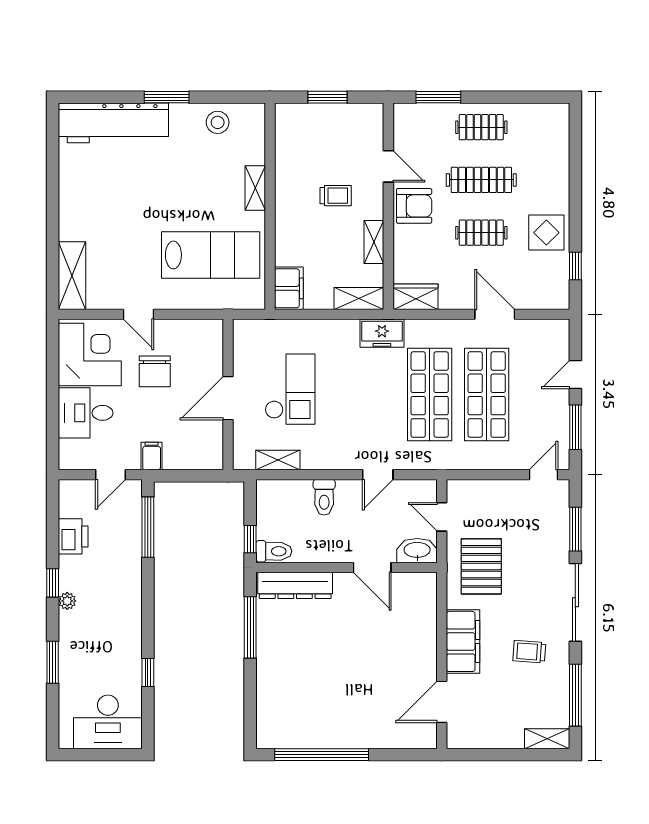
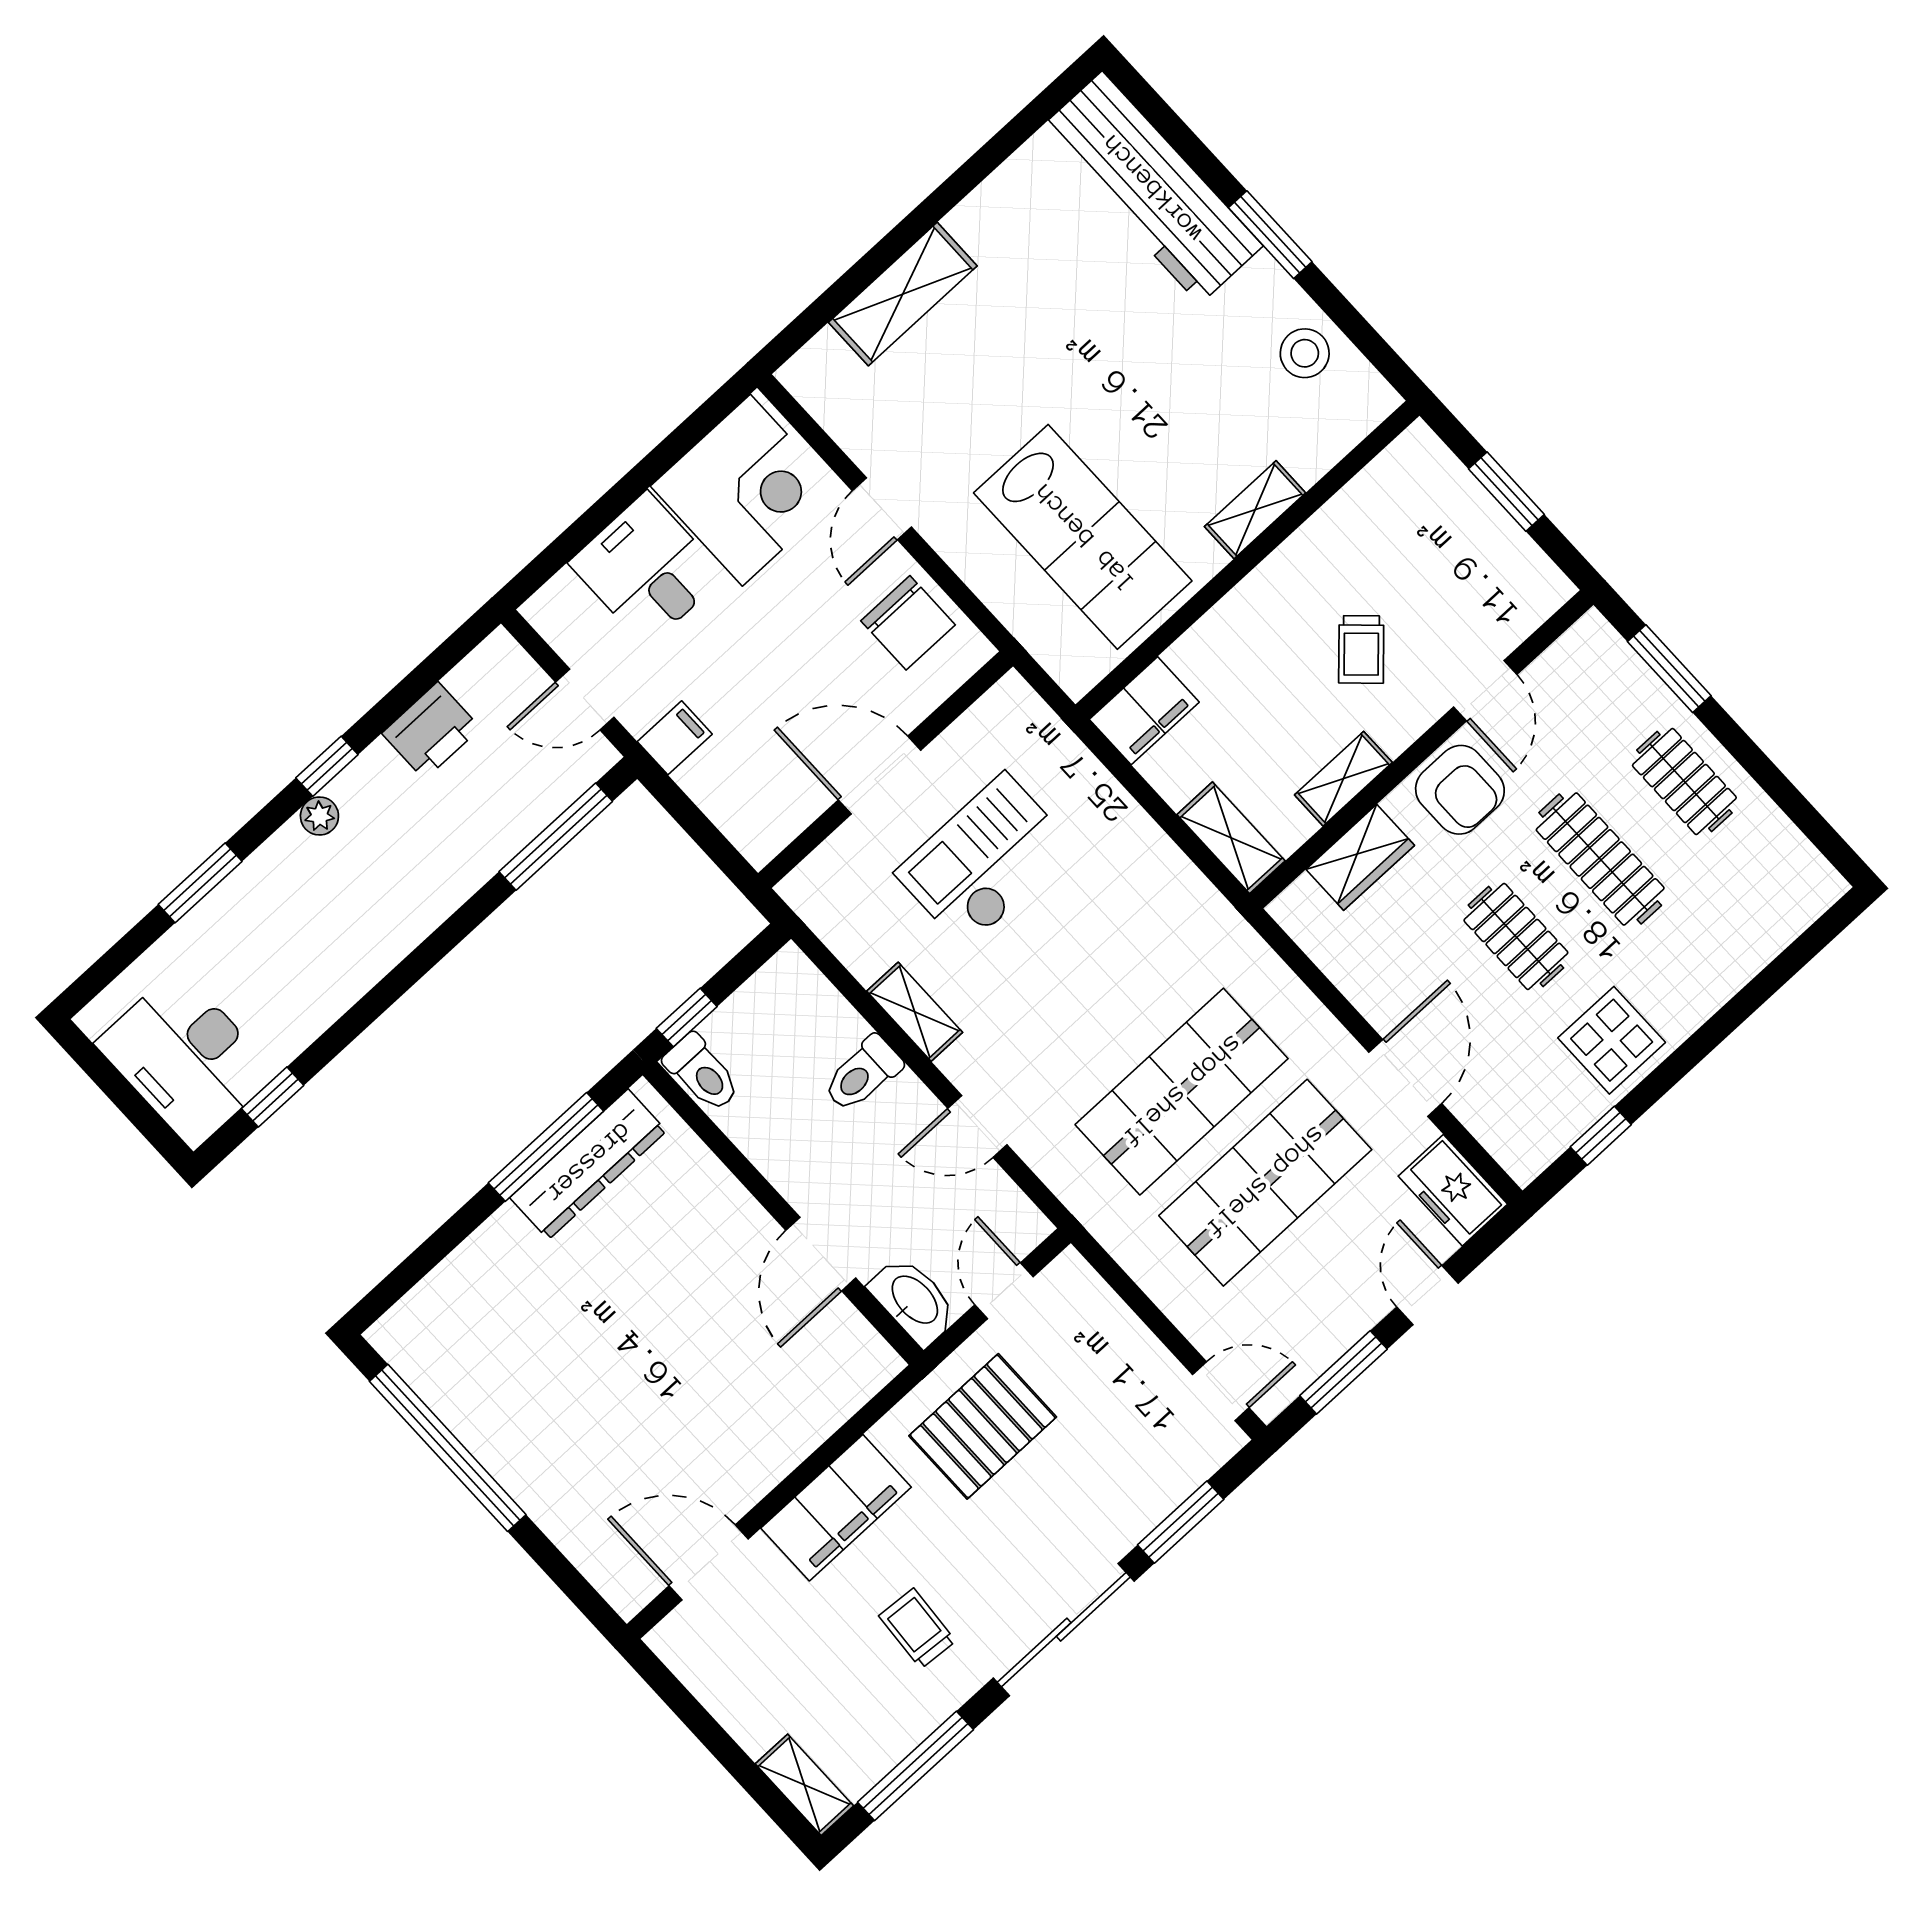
trolley: (336, 196) -> (1361, 649), turned 43
shelving: (72, 276) -> (903, 294), moved
wardrobe: (416, 297) -> (1360, 857), moved, turned 90
freezer: (382, 333) -> (1453, 1190), moved
chair: (155, 371) -> (908, 623), moved, turned -90
door: (575, 375) -> (1428, 1295), hinge flipped
checkout: (290, 389) -> (985, 861), turned 180
shelving: (278, 460) -> (915, 1012), moved
dresser: (295, 585) -> (588, 1164), moved, turned -90
window: (148, 673) -> (273, 1097), moved

